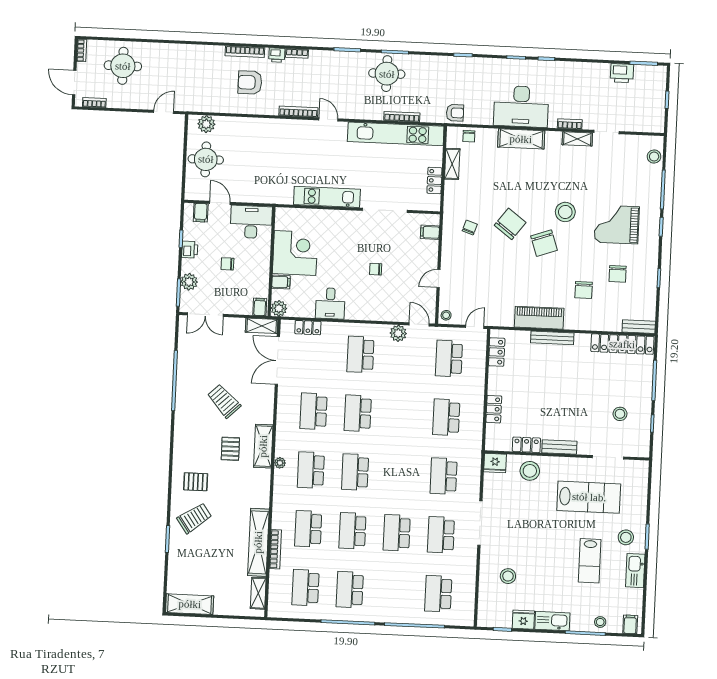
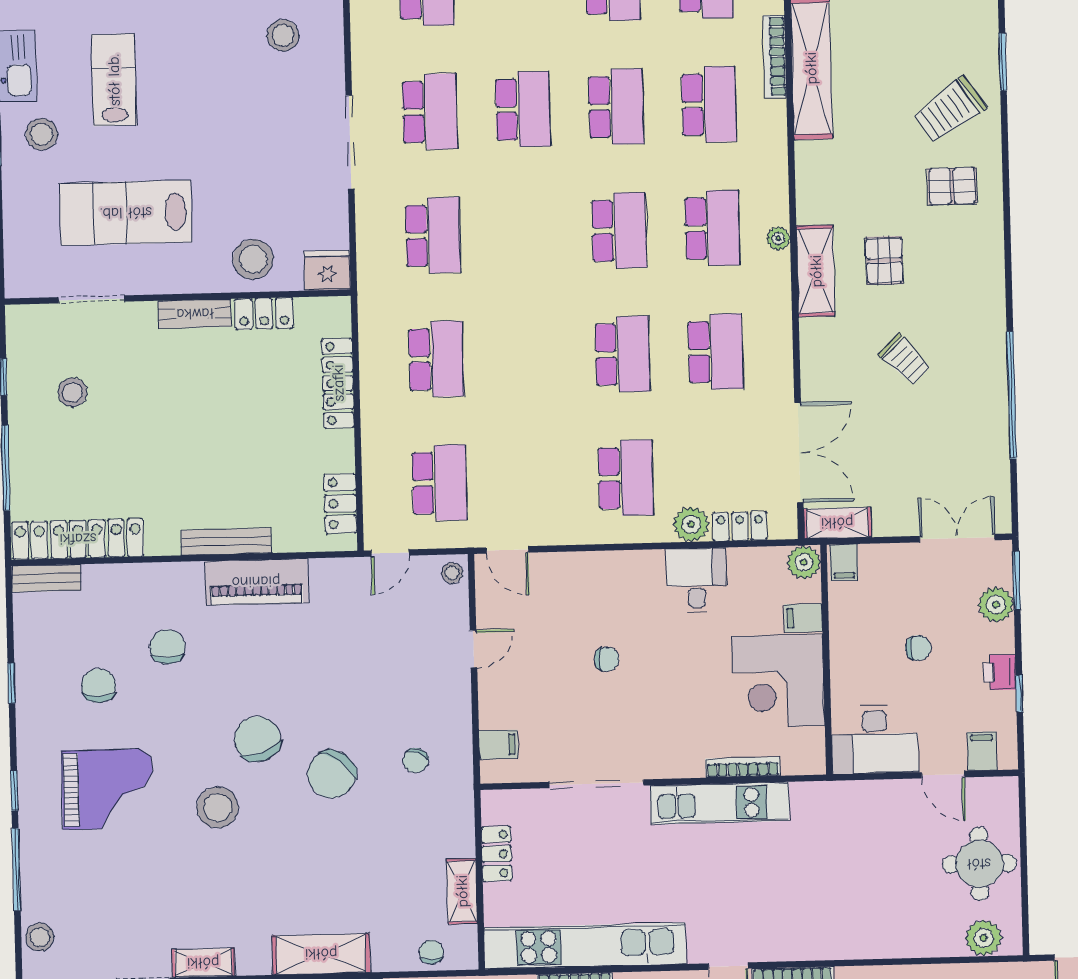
bookcase: (315, 213) -> (743, 767), added
plant: (398, 333) -> (691, 524), moved
trolley: (224, 401) -> (905, 360), width x0.73, depth x0.72
locker: (494, 409) -> (338, 383), width x1.53

